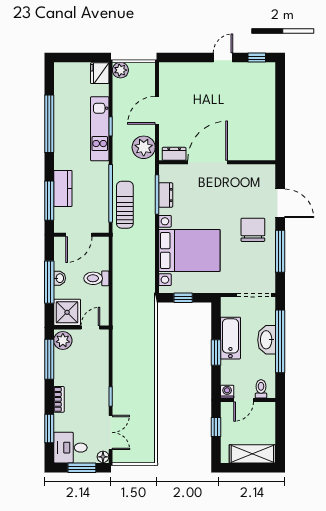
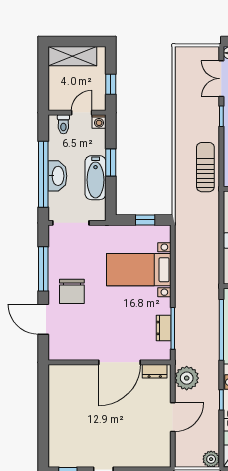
sun lounger: (125, 205) -> (205, 167), moved, turned 180
bed with nightstands: (189, 250) -> (139, 270), width x0.73

